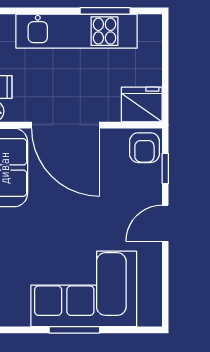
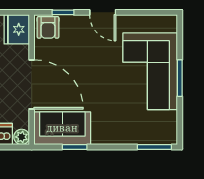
door: (66, 125) -> (32, 84), hinge flipped
armchair: (144, 148) -> (48, 27), turned 90

